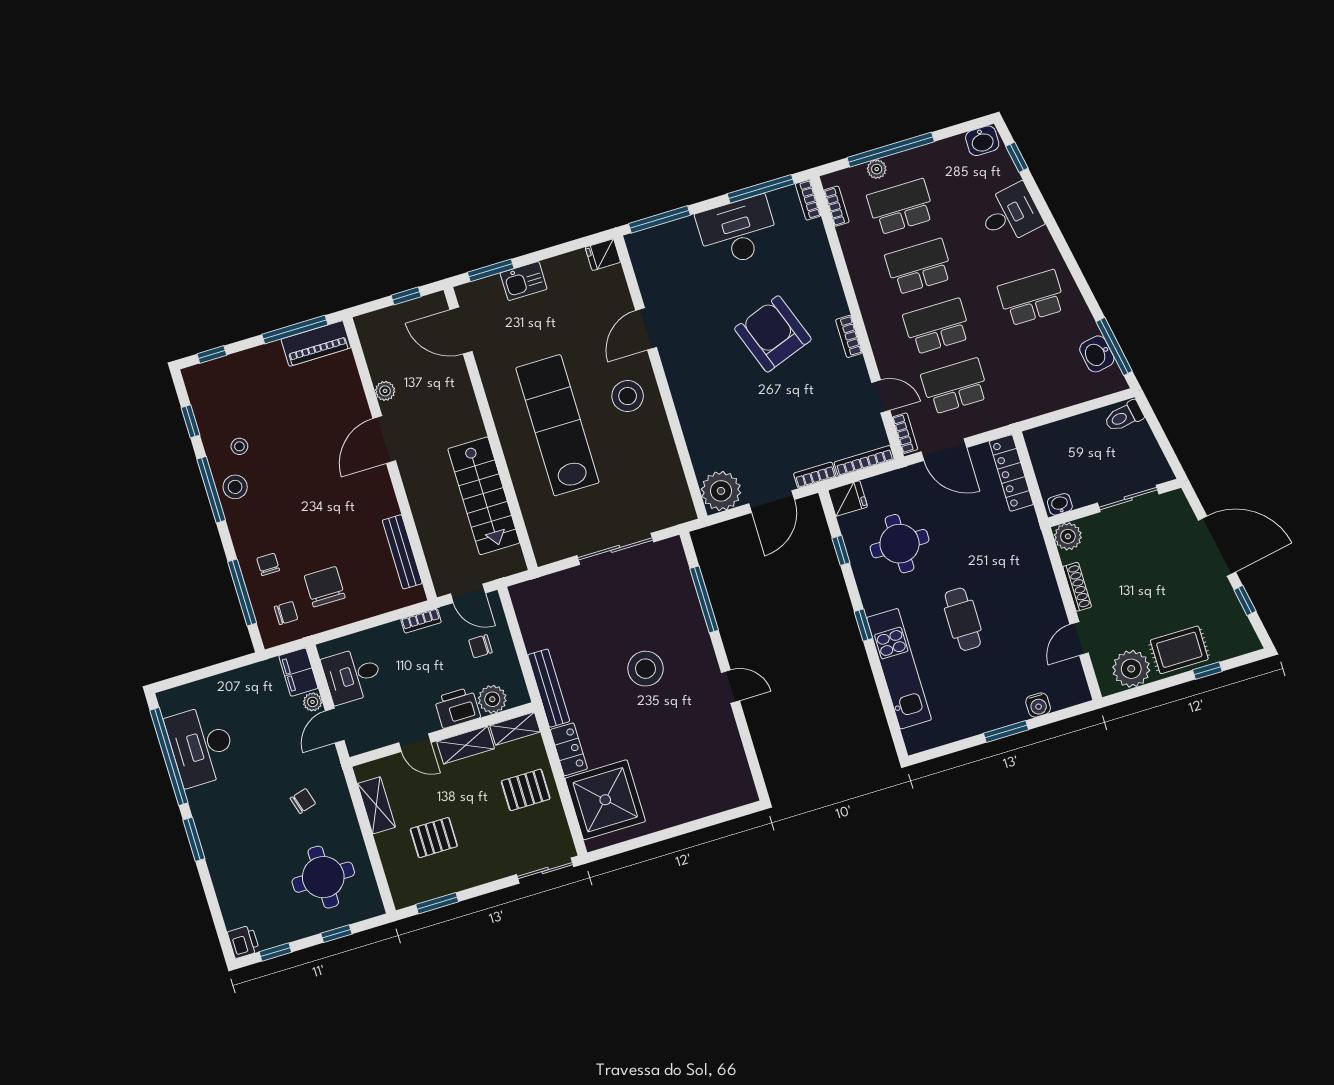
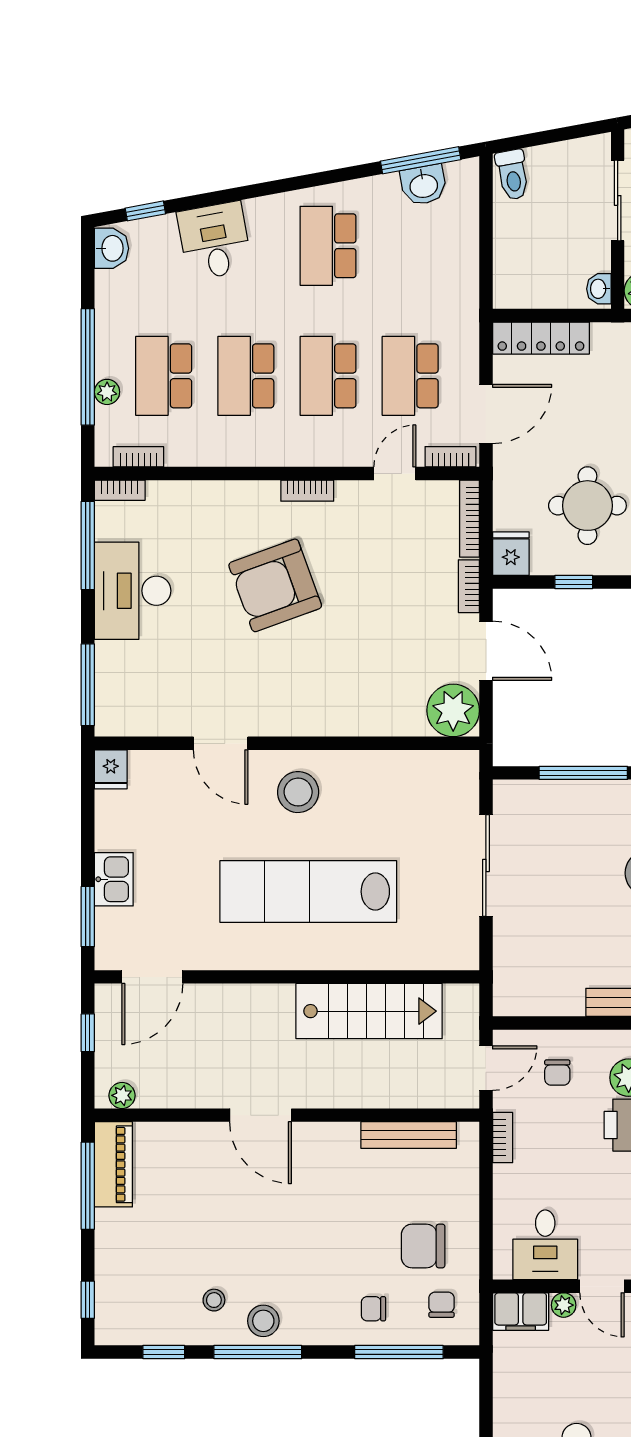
plant: (385, 391) -> (122, 1095), moved

